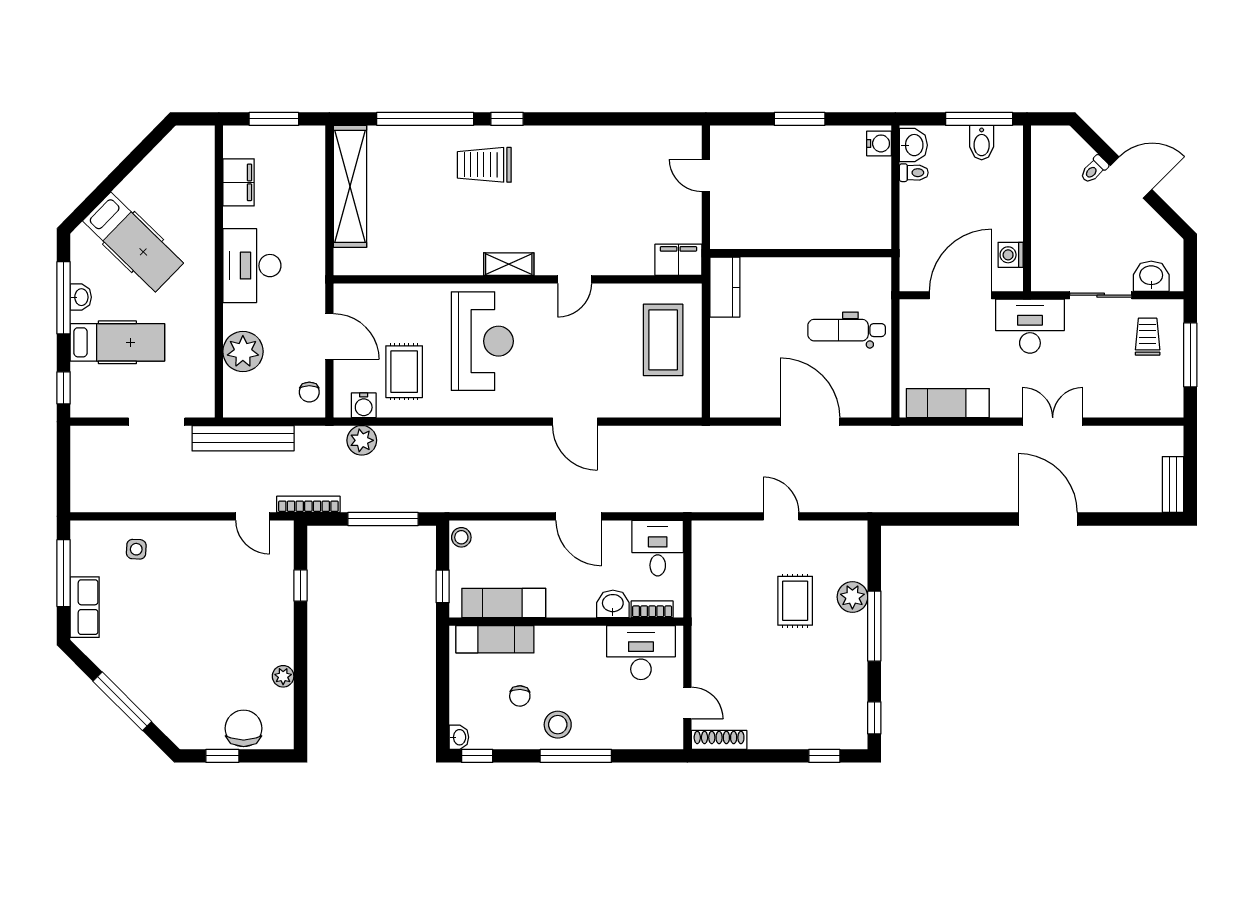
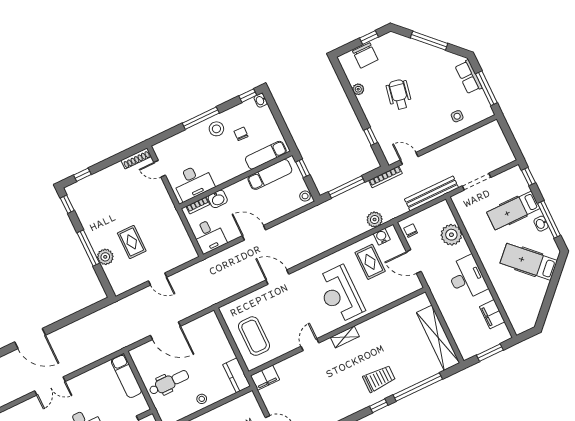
stool: (804, 275) -> (202, 399), added
exam couch: (948, 403) -> (126, 376), moved, turned 90
wheelchair: (218, 634) -> (399, 95), added

